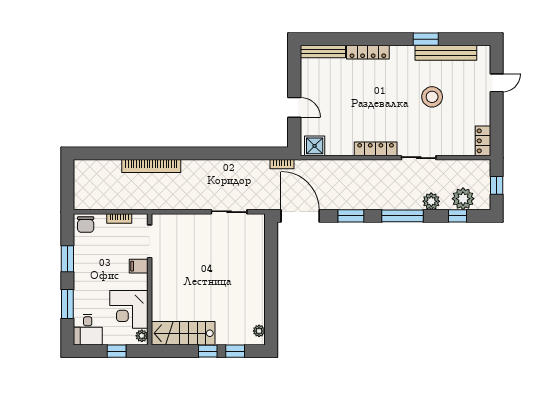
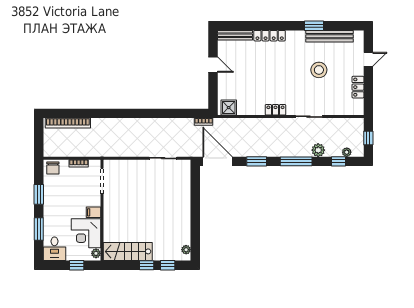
door: (294, 107) -> (213, 65), moved
locker: (483, 141) -> (358, 87), moved
locker: (376, 149) -> (275, 110), width x0.66
bookcase: (151, 166) -> (68, 123), moved
plant: (463, 199) -> (347, 152), width x0.53, depth x0.53
filing cabinet: (139, 266) -> (94, 212), moved

